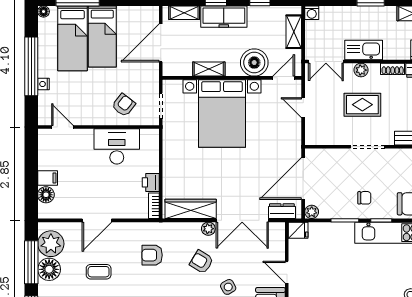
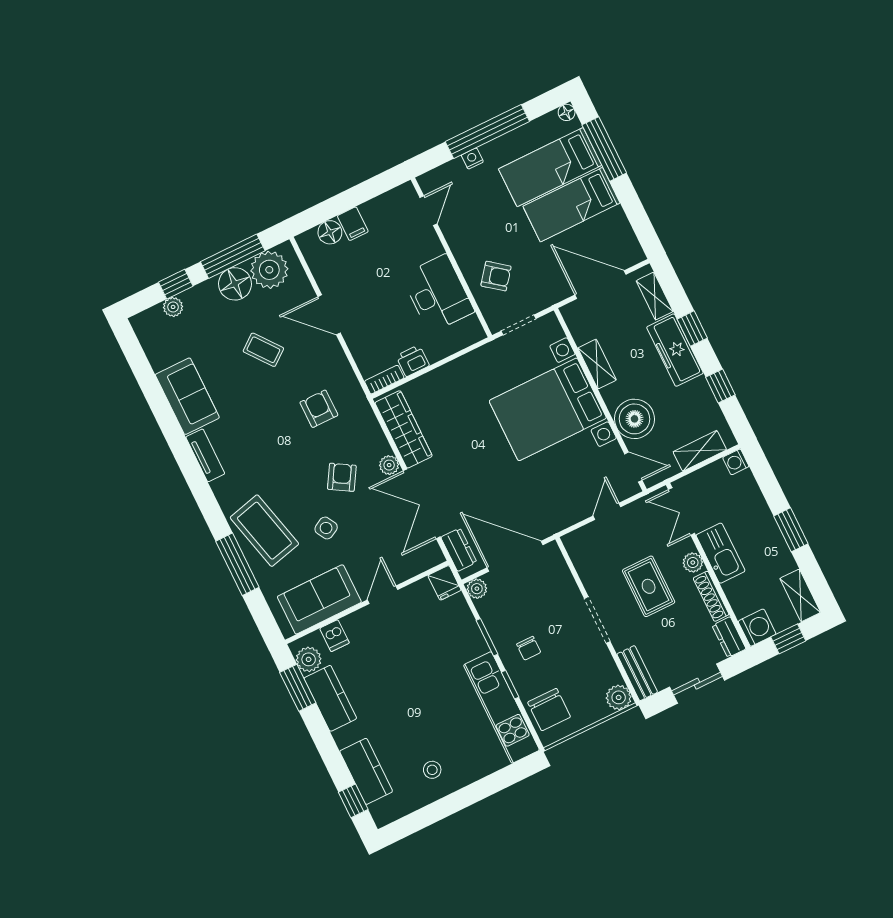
shoe rack: (393, 69) -> (711, 596), width x1.43
coffee table: (99, 272) -> (263, 350), turned -38

